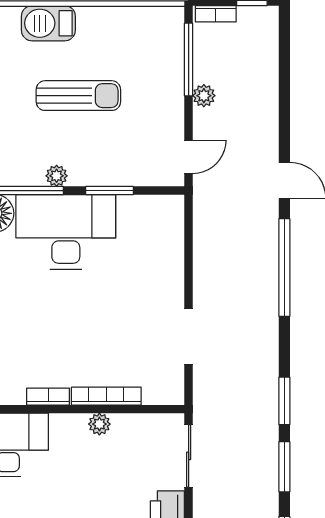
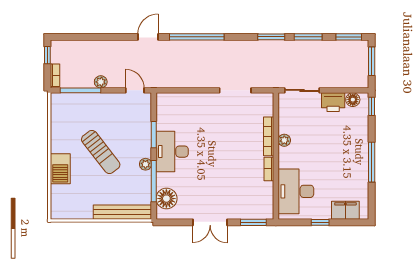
sun lounger: (78, 96) -> (101, 152), turned 142
desk: (66, 232) -> (172, 152), width x0.73, depth x0.77

